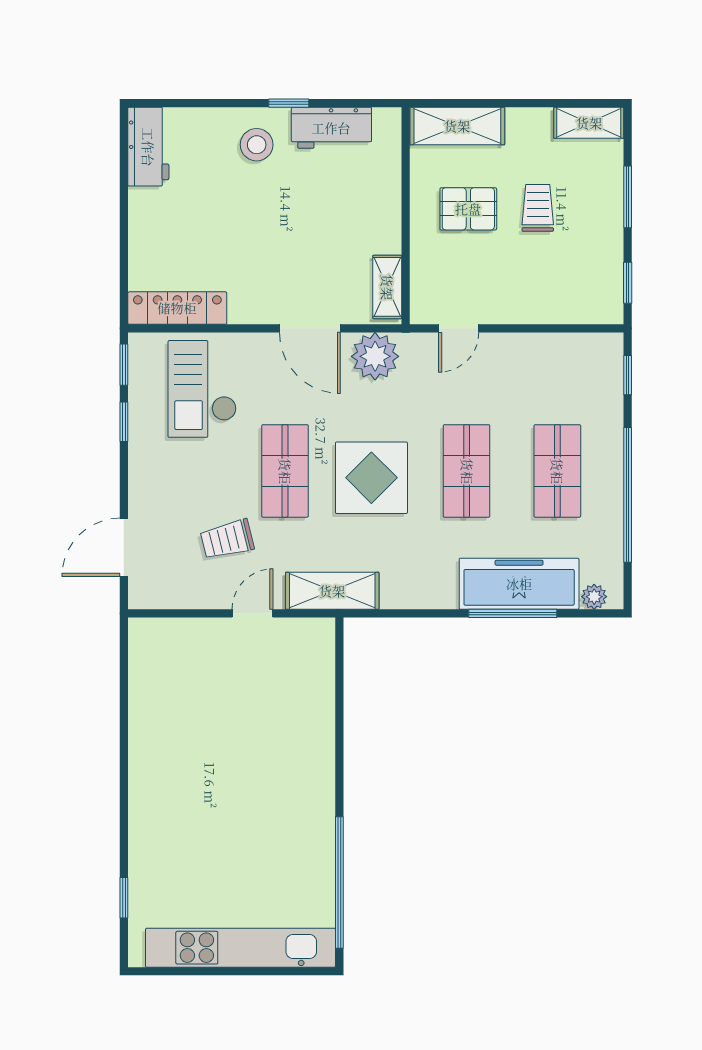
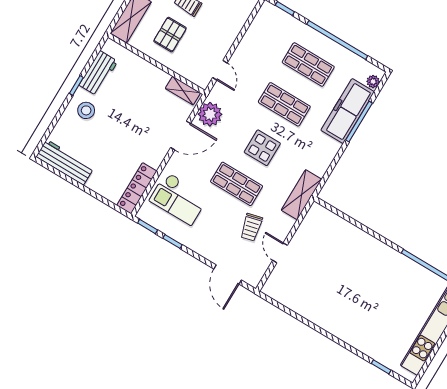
workbench: (148, 147) -> (65, 162), width x1.38
display table: (371, 478) -> (262, 148), width x0.73, depth x0.73
door: (253, 613) -> (280, 253), moved

